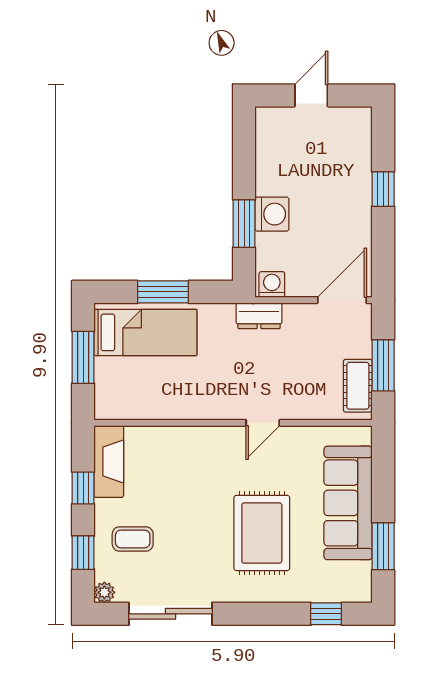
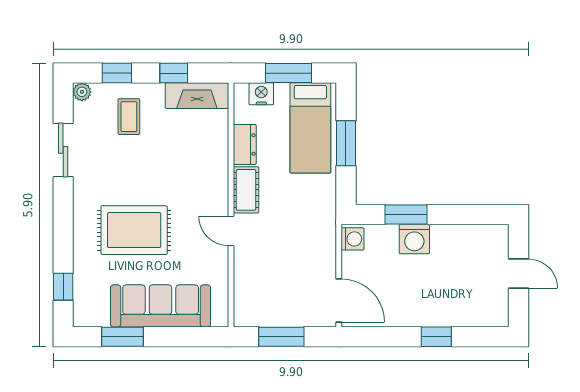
dresser: (259, 316) -> (245, 145), moved, turned 180
cot: (358, 386) -> (246, 190), moved, turned 90
nightstand: (107, 388) -> (261, 94), added
sliding door: (171, 614) -> (63, 150), width x0.73

